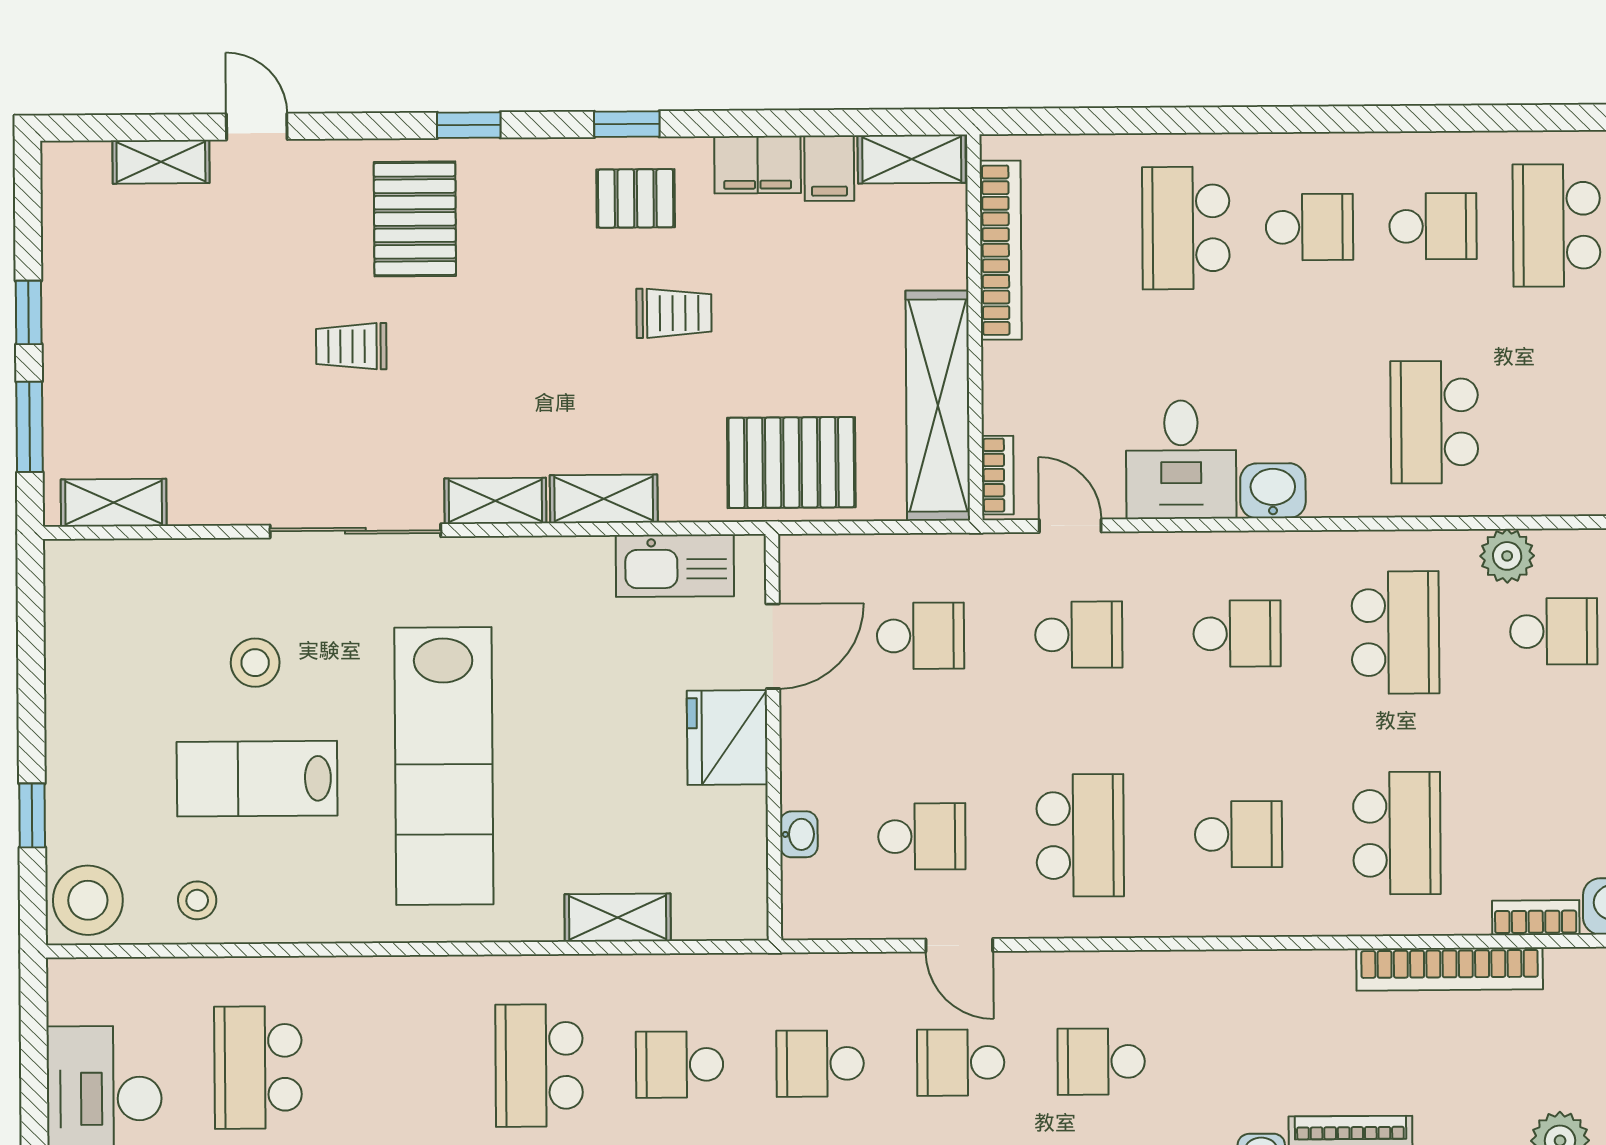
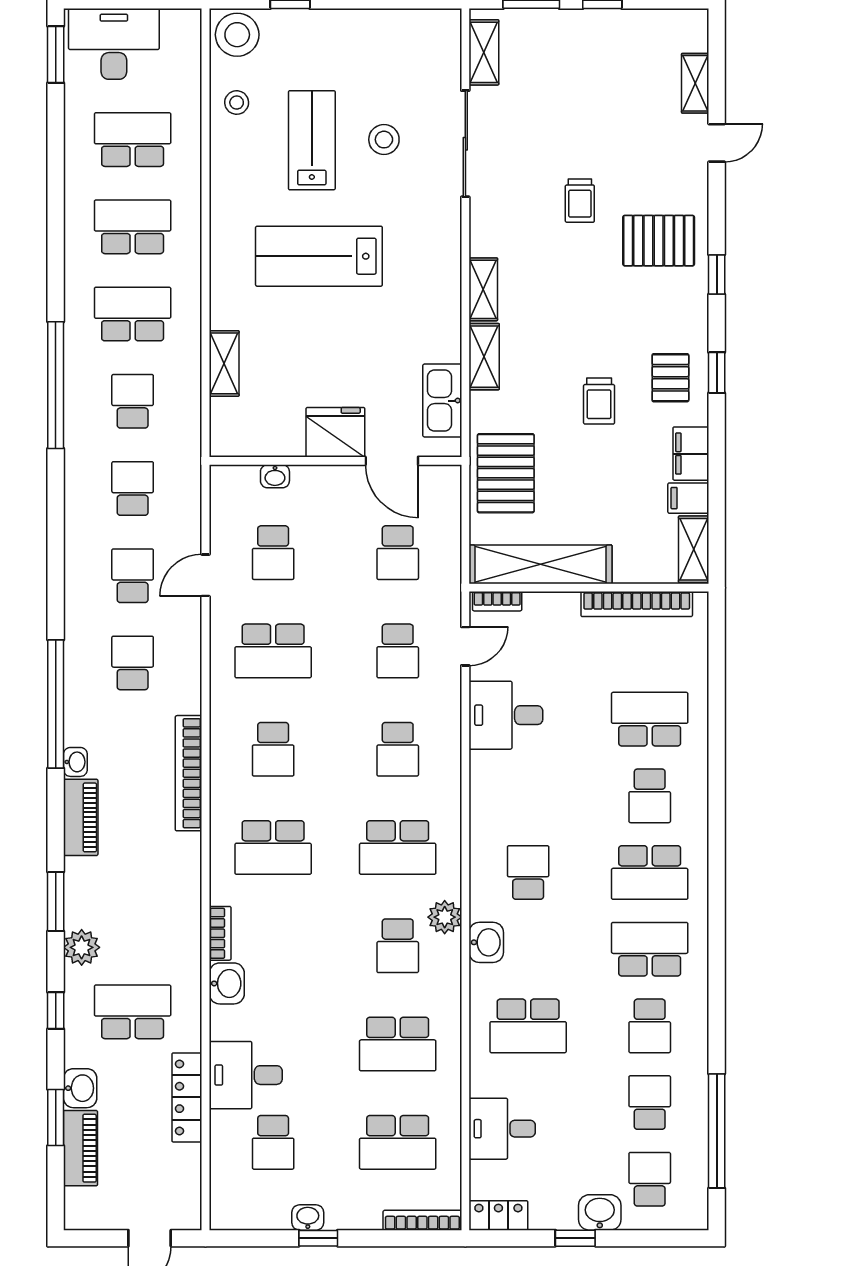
school desk: (1433, 226) -> (650, 873), width x1.85
trolley: (351, 346) -> (580, 201), turned 180
school desk: (1434, 422) -> (528, 873), width x0.54
washbasin: (1273, 491) -> (486, 942), moved
sliding door: (355, 531) -> (465, 144), moved
lab bench: (444, 766) -> (319, 256), width x0.73
bookcase: (1450, 969) -> (189, 773), moved
school desk: (399, 1067) -> (133, 227), added

